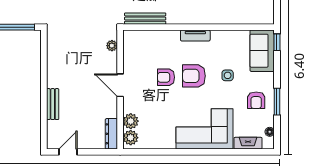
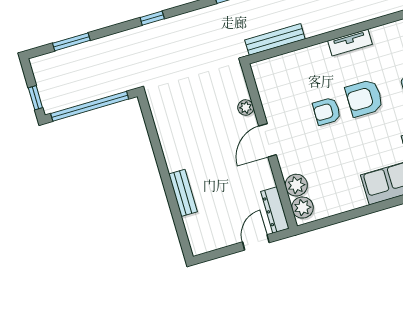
plant: (112, 46) -> (246, 108), moved
door: (120, 85) -> (268, 140), hinge flipped
door: (68, 152) -> (256, 242), moved

